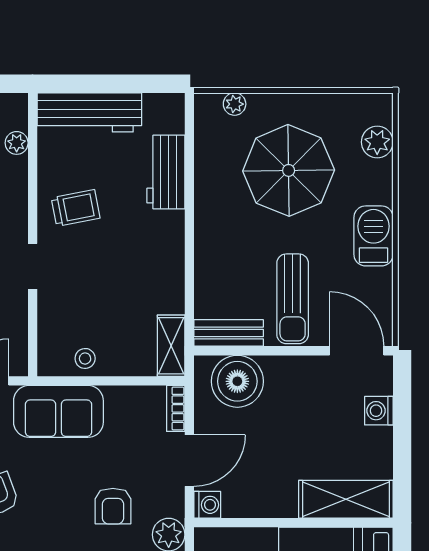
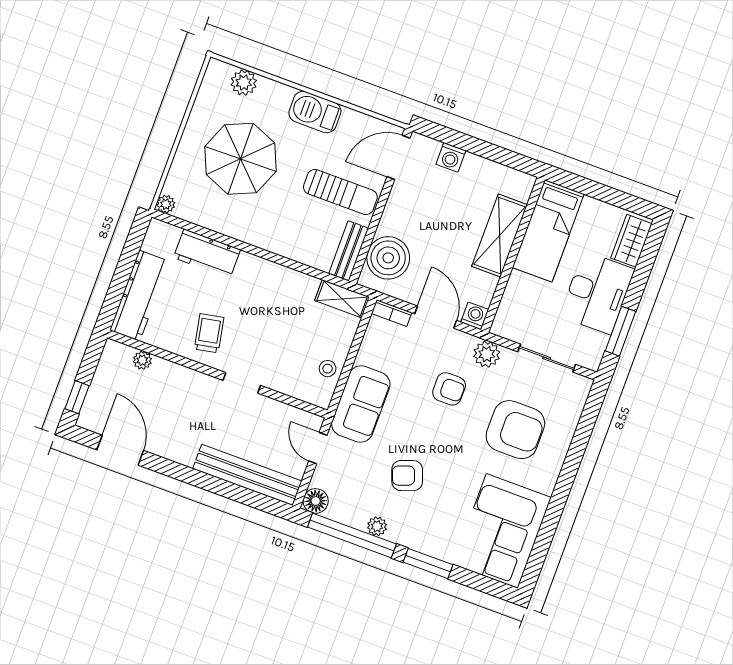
plant: (235, 104) -> (166, 204), moved
shelving: (346, 499) -> (500, 236), moved

